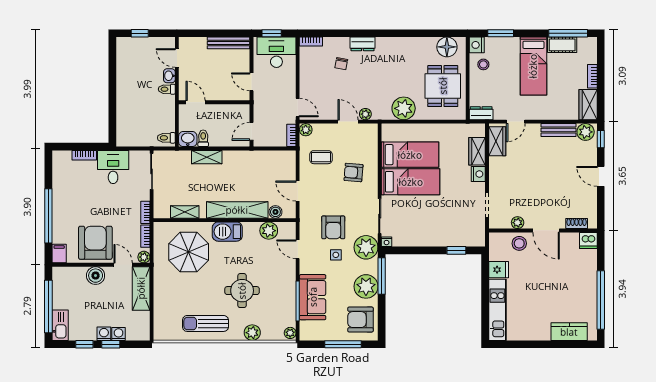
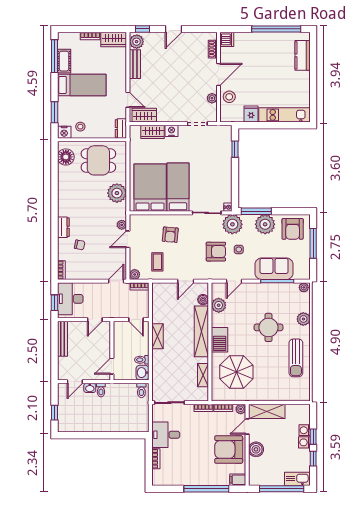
bed: (410, 155) -> (150, 188), width x1.50
shelving: (207, 157) -> (157, 336), moved

